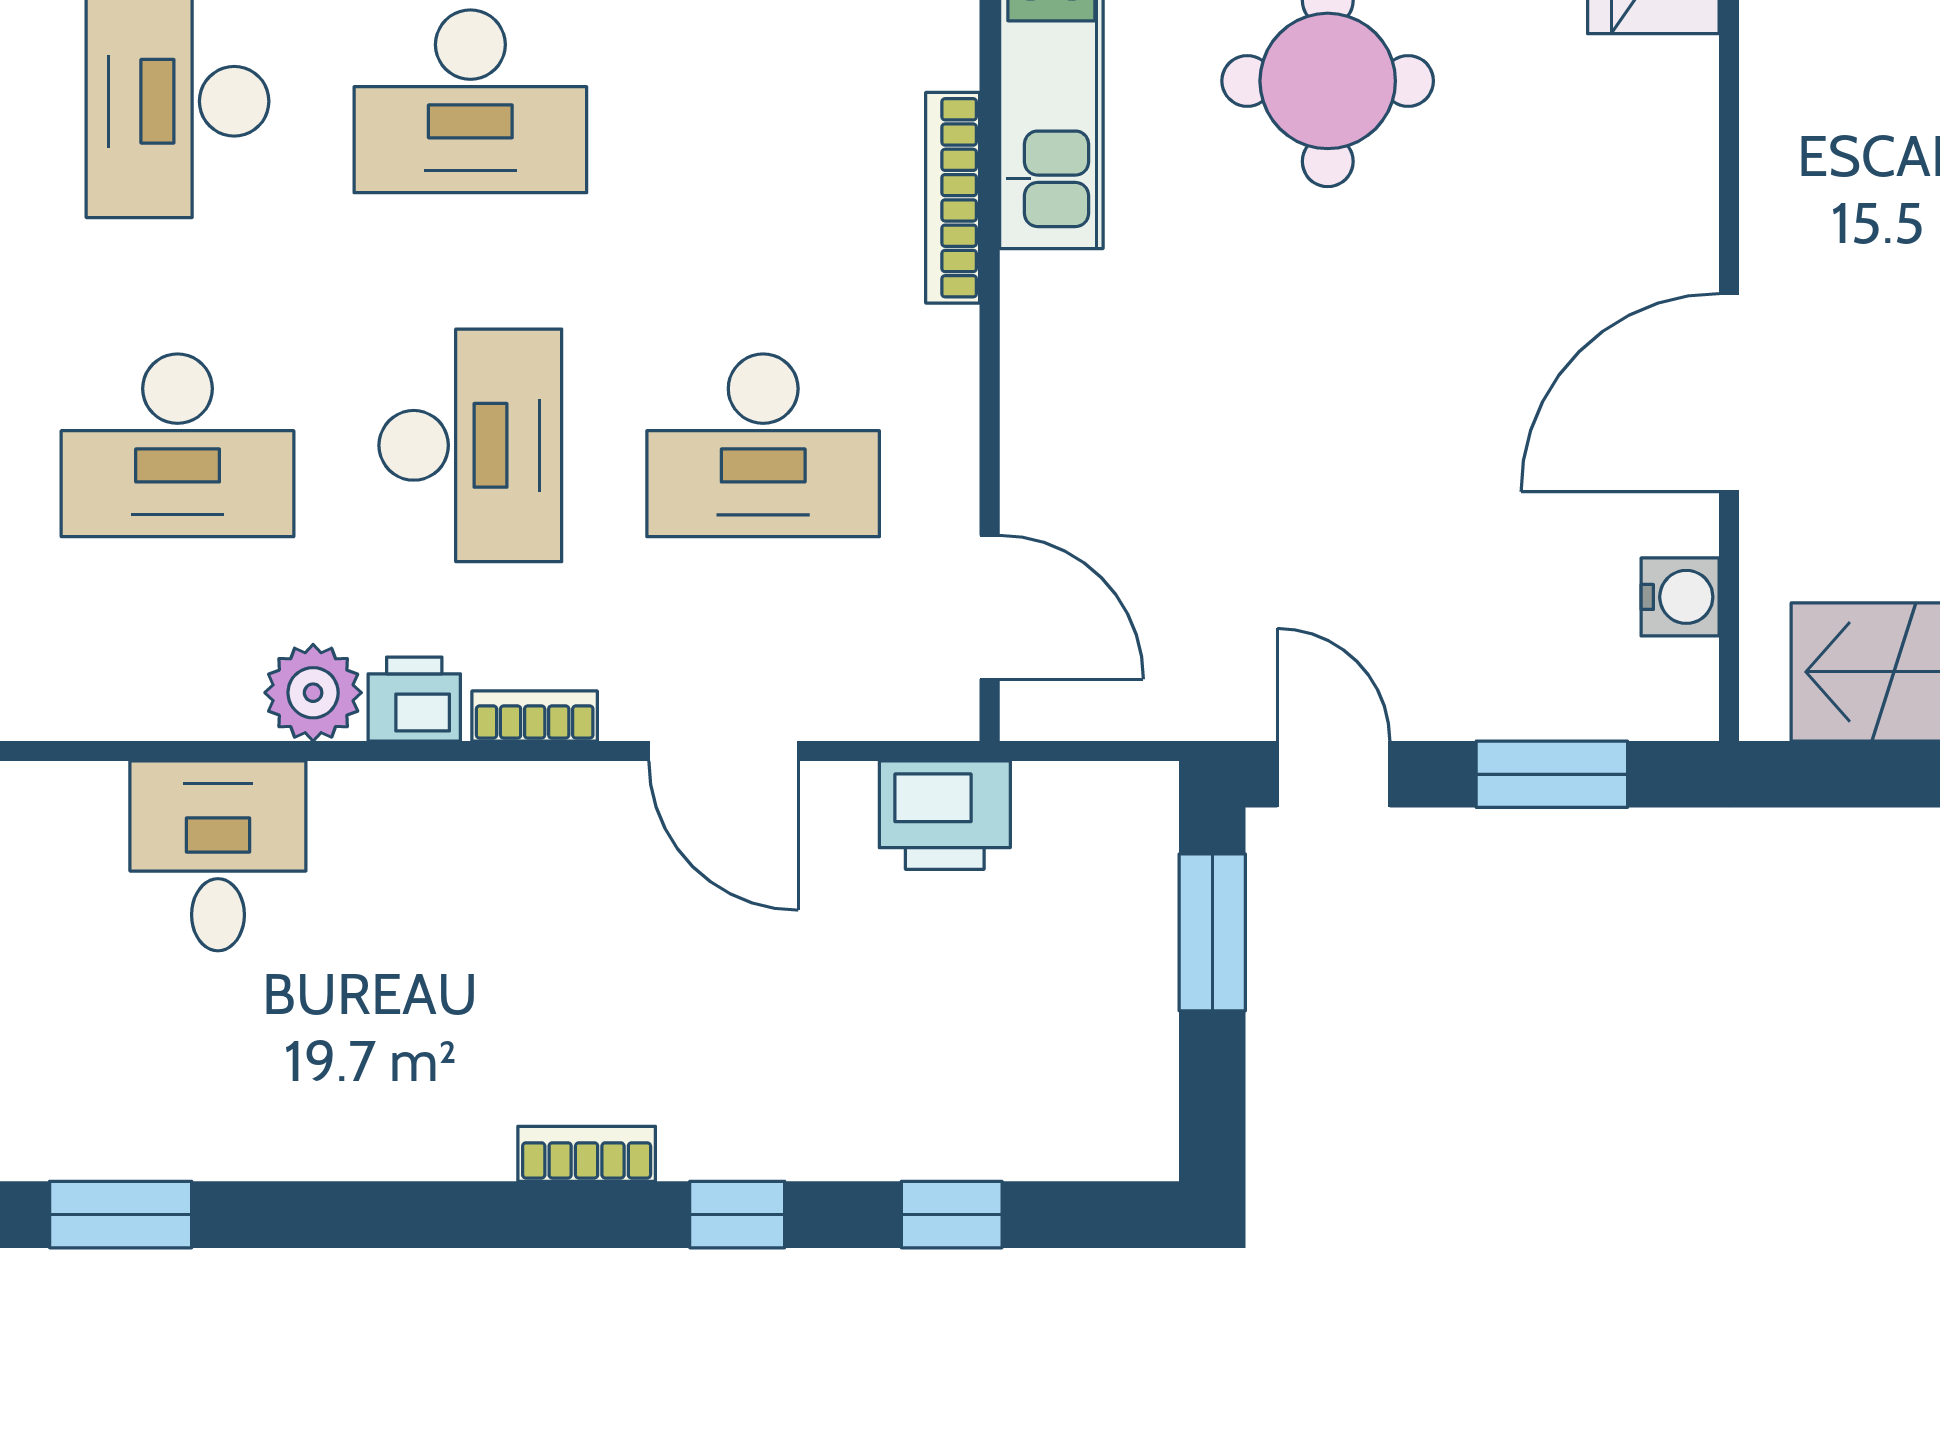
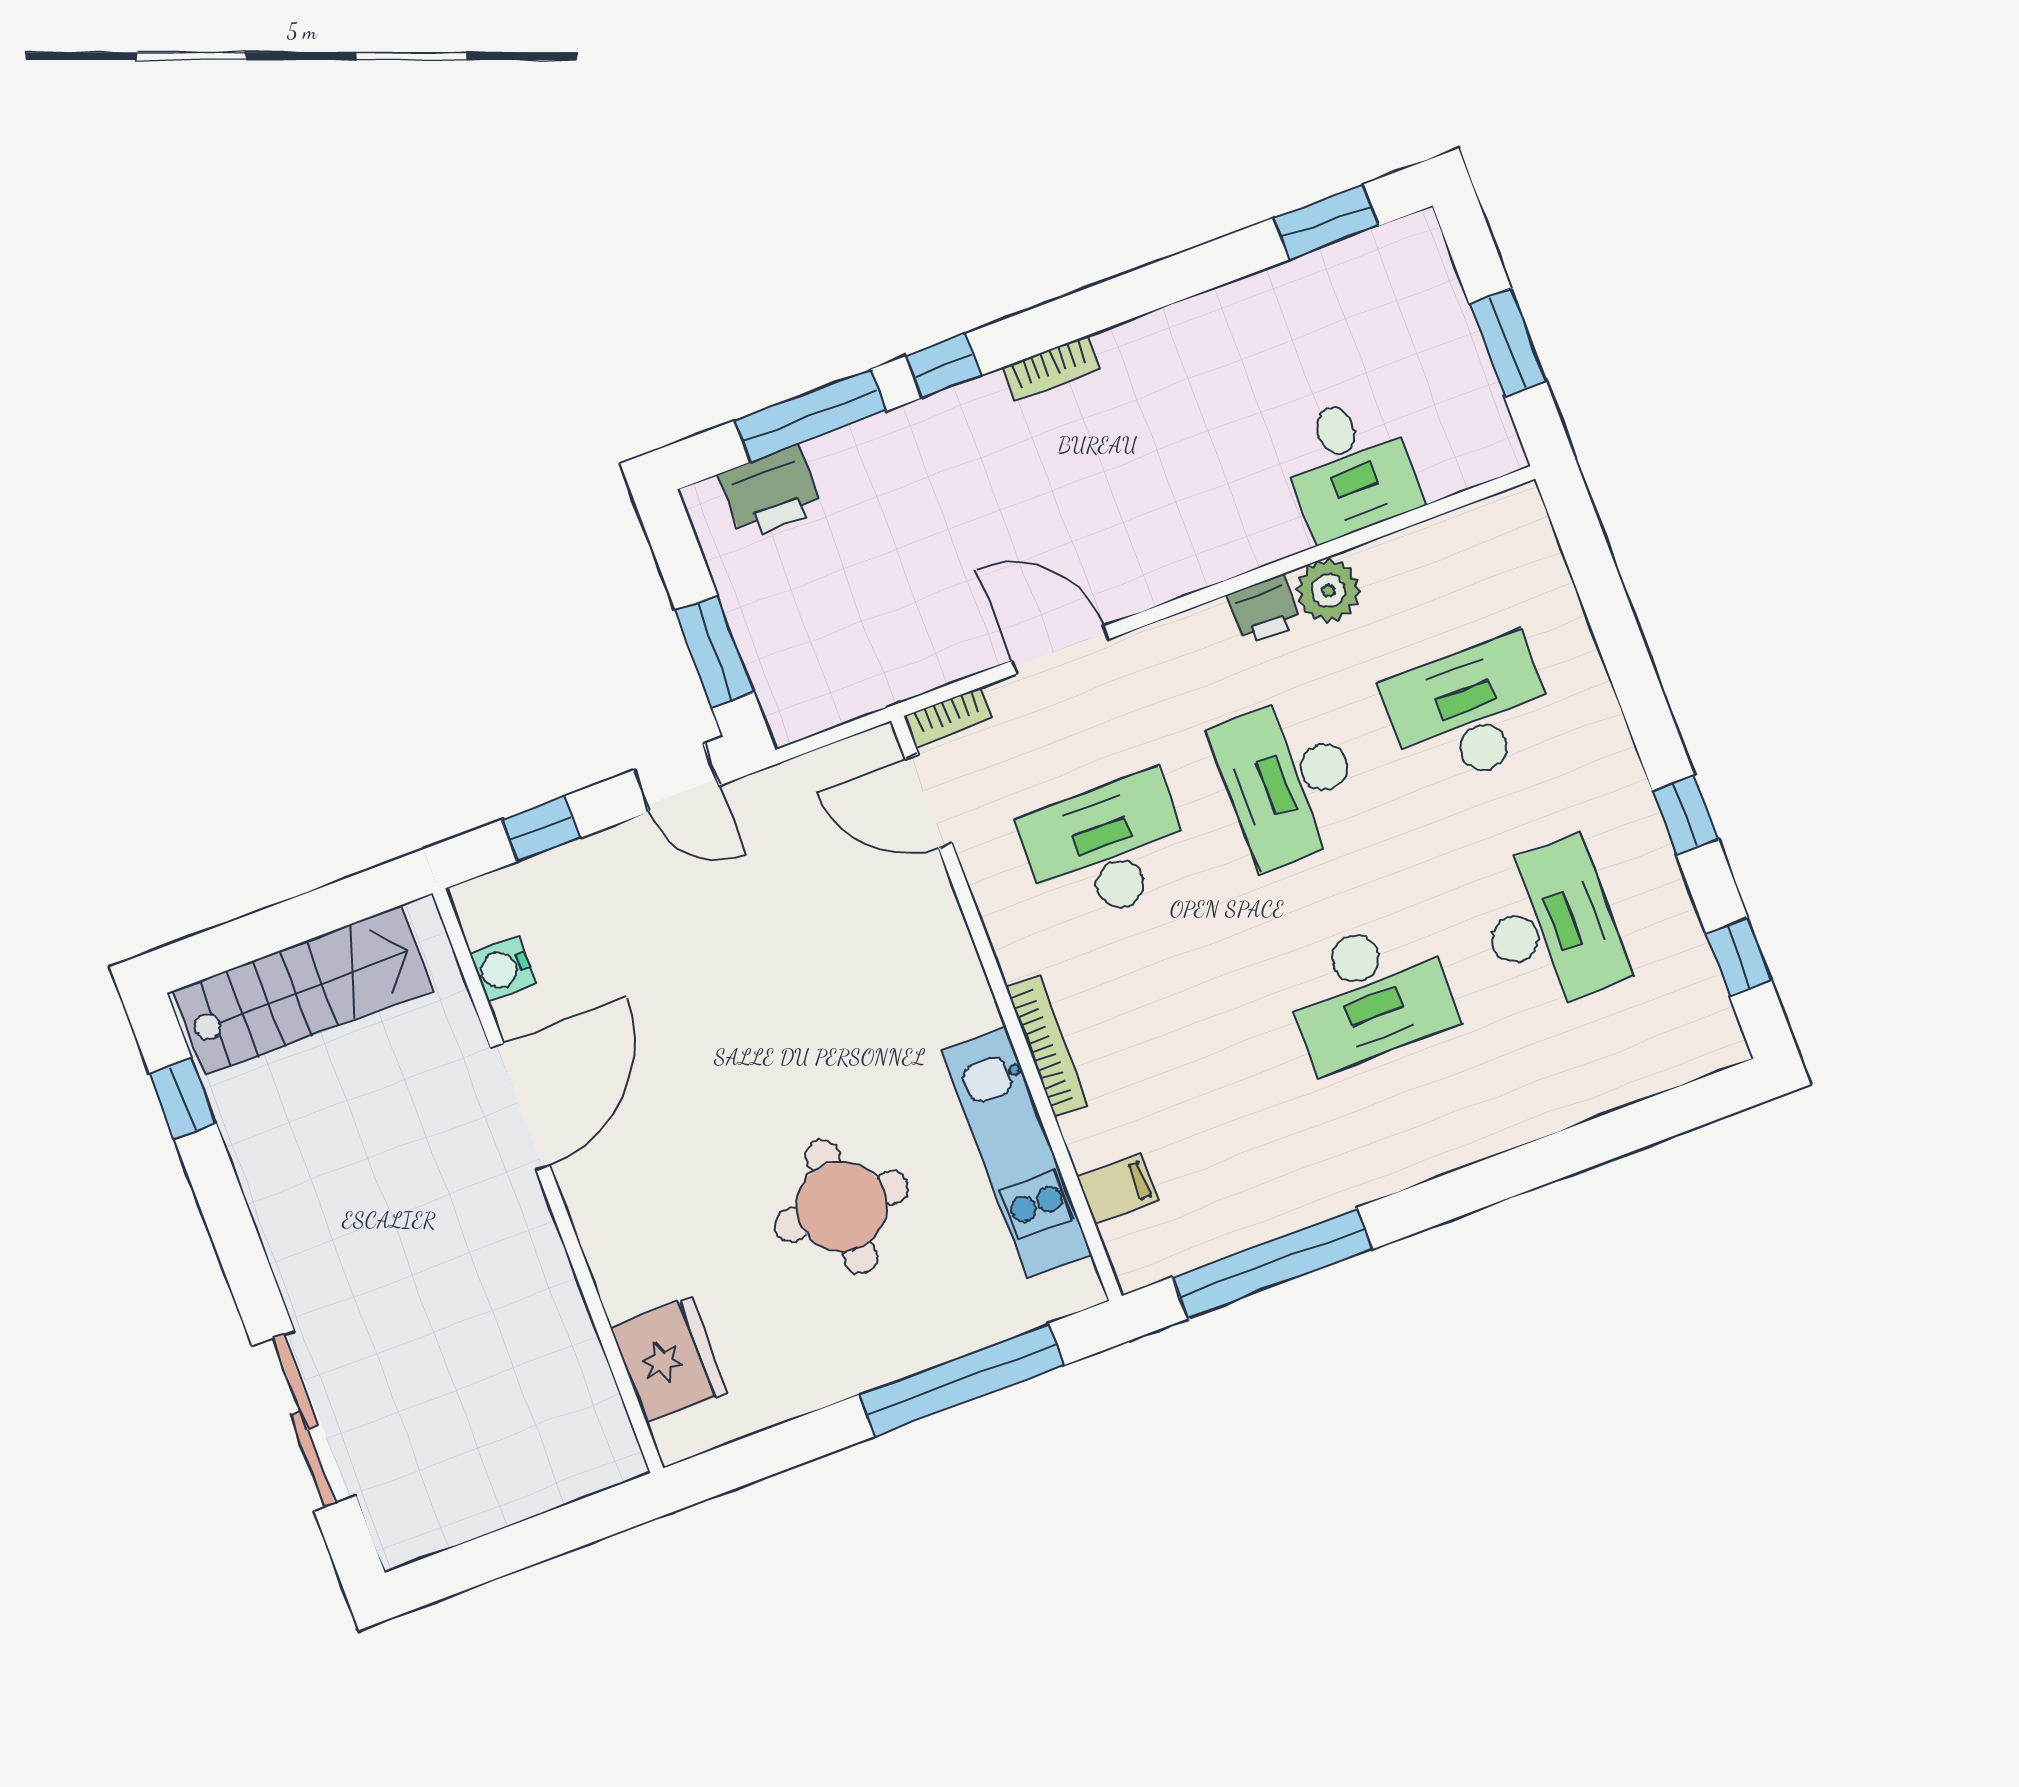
desk: (470, 101) -> (1369, 994), turned 180
bookcase: (535, 716) -> (948, 717), moved
window: (1552, 774) -> (541, 829), width x0.67
printer: (945, 815) -> (771, 493), moved, turned 180
window: (952, 1215) -> (811, 416), width x2.17

